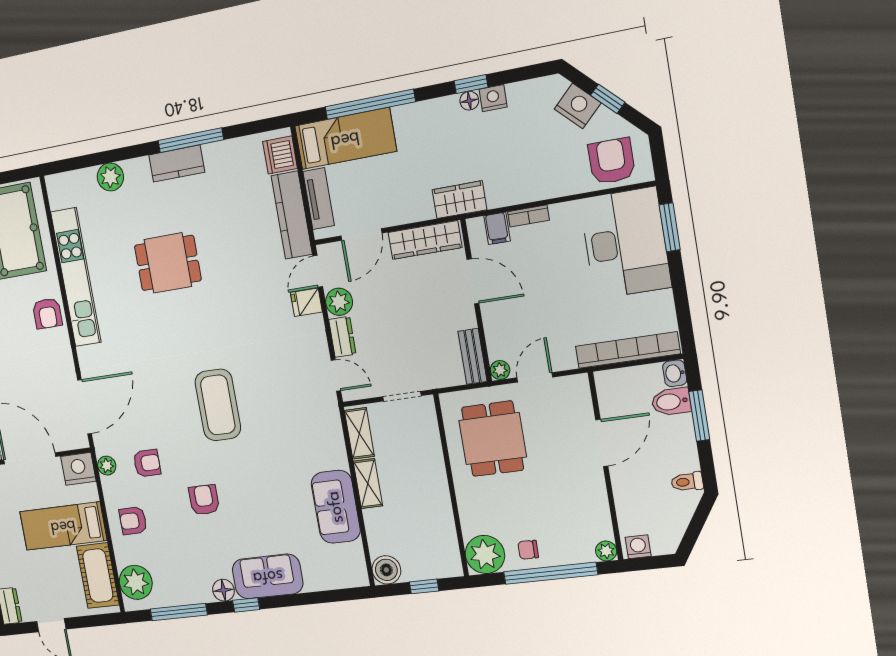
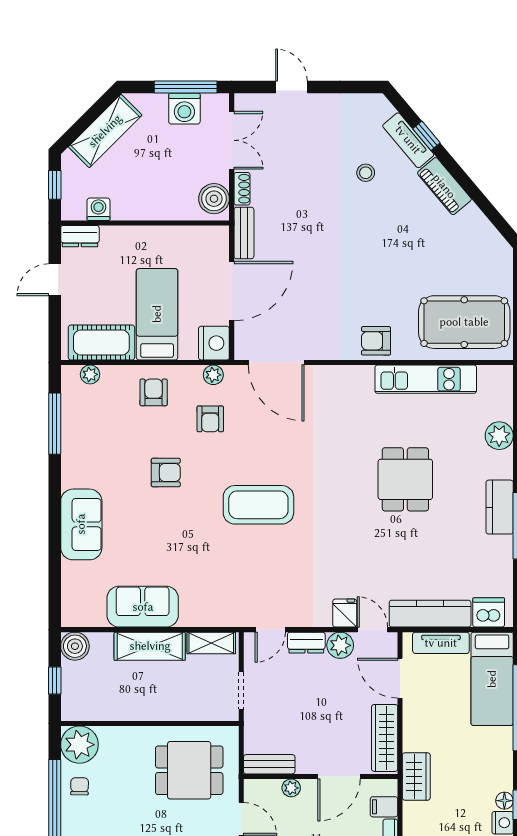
kitchen unit: (76, 277) -> (426, 379), width x0.73
plant: (500, 370) -> (291, 788), moved
shelving: (368, 484) -> (150, 646), width x1.50, depth x1.33
plant: (136, 582) -> (90, 374), width x0.53, depth x0.53
floor lamp: (224, 590) -> (72, 476), removed
window: (246, 605) -> (55, 497), removed

